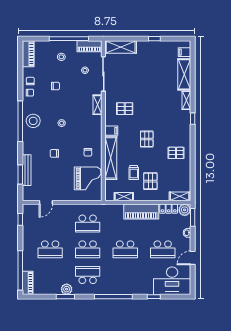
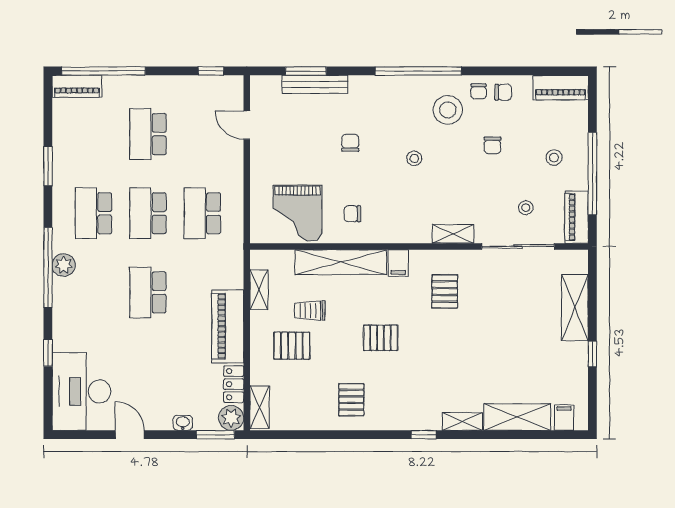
shelving: (121, 47) -> (575, 308), moved
stool: (33, 121) -> (448, 110), moved
school desk: (163, 249) -> (148, 372), removed
school desk: (88, 275) -> (93, 213), turned 180
plant: (67, 289) -> (64, 265), moved

